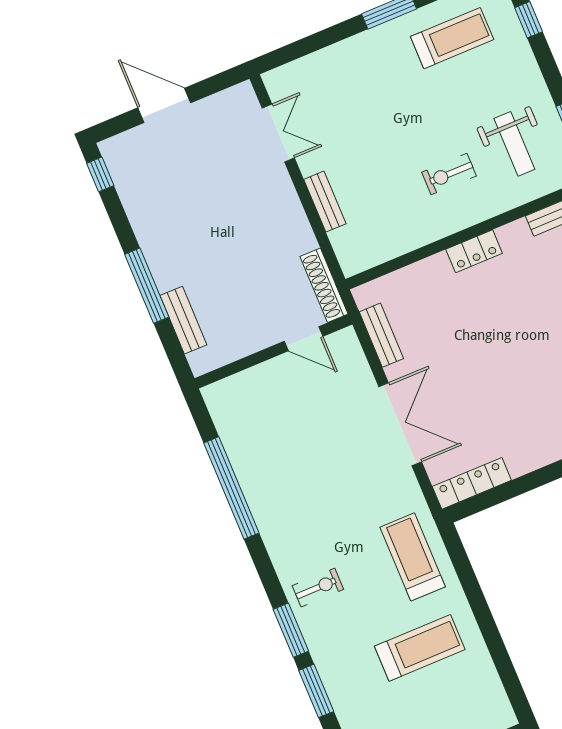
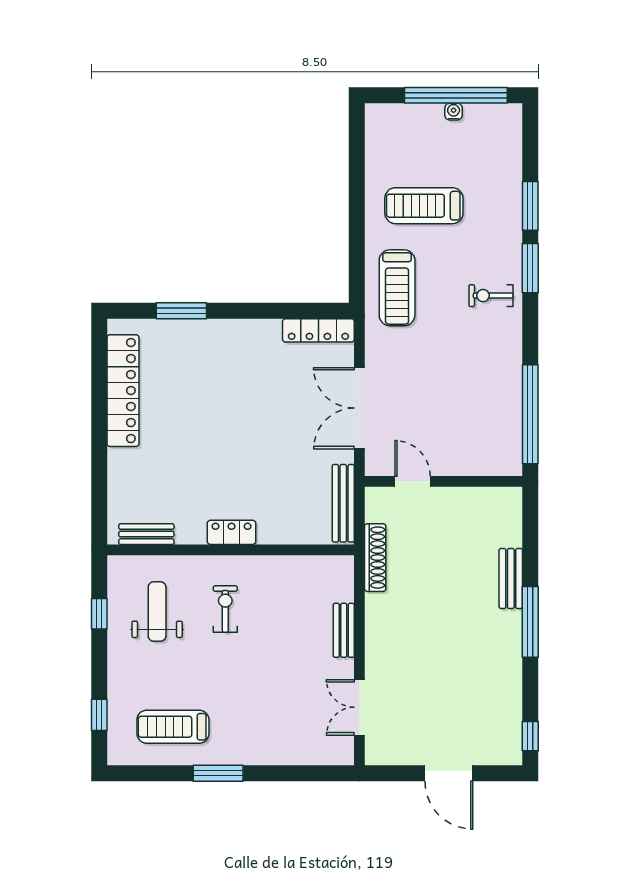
exercise bike: (449, 174) -> (225, 609), turned -90
bench: (381, 335) -> (343, 503), width x1.36
door: (304, 339) -> (413, 481), moved
wall: (273, 351) -> (443, 481), moved

